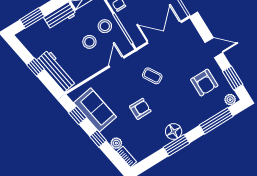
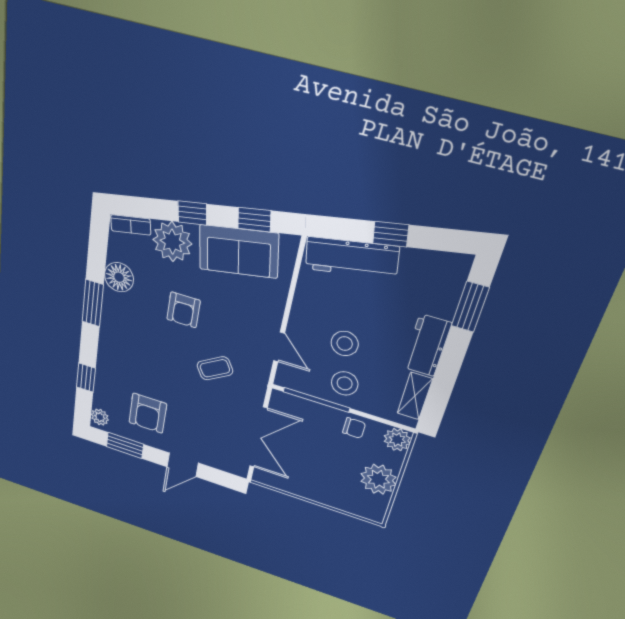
armchair: (204, 83) -> (148, 413), turned -90
window: (216, 121) -> (86, 378), width x0.46
floor lamp: (174, 132) -> (119, 277), moved
plant: (116, 143) -> (172, 242), width x1.87, depth x1.87

